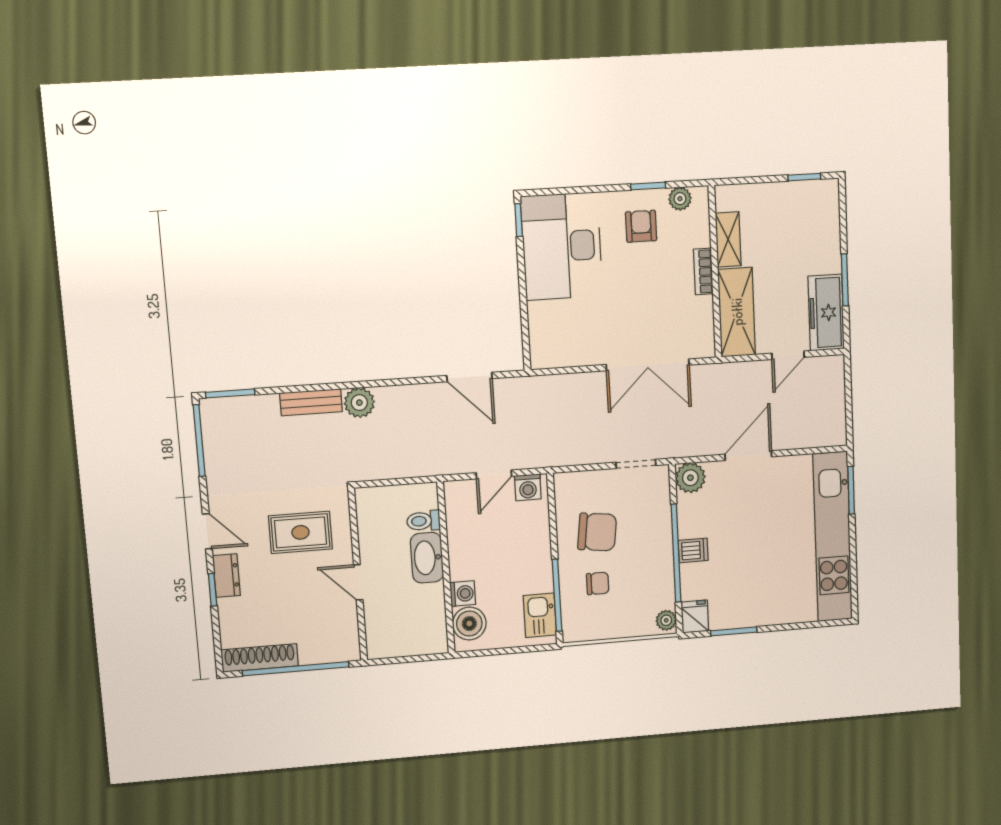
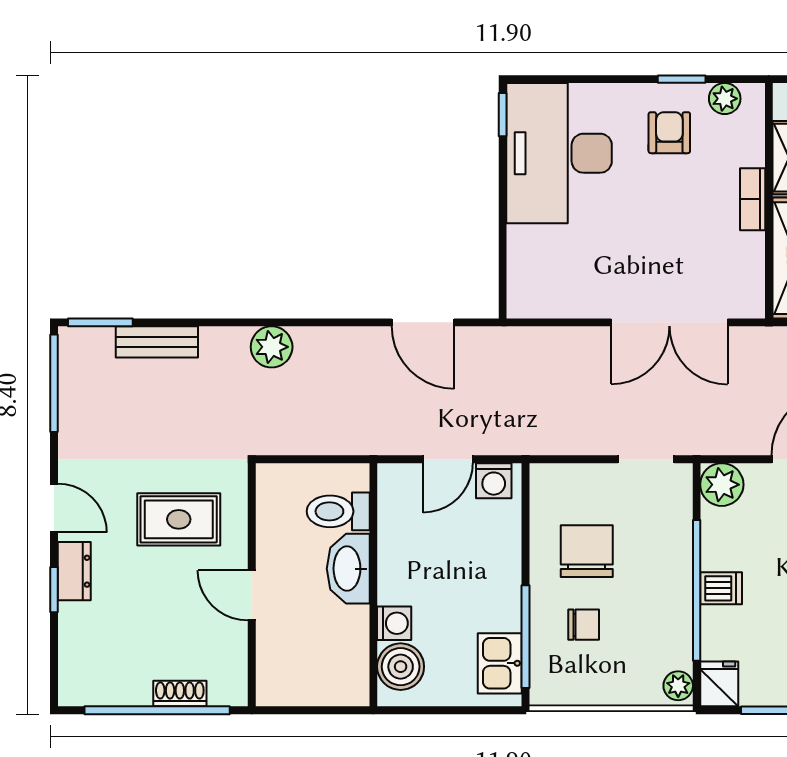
bench: (311, 402) -> (157, 342), moved
toilet: (423, 521) -> (338, 511), width x1.37, depth x1.39
chair: (597, 532) -> (587, 551), turned -97
shoe rack: (260, 658) -> (180, 694), moved, width x0.51, depth x0.81

